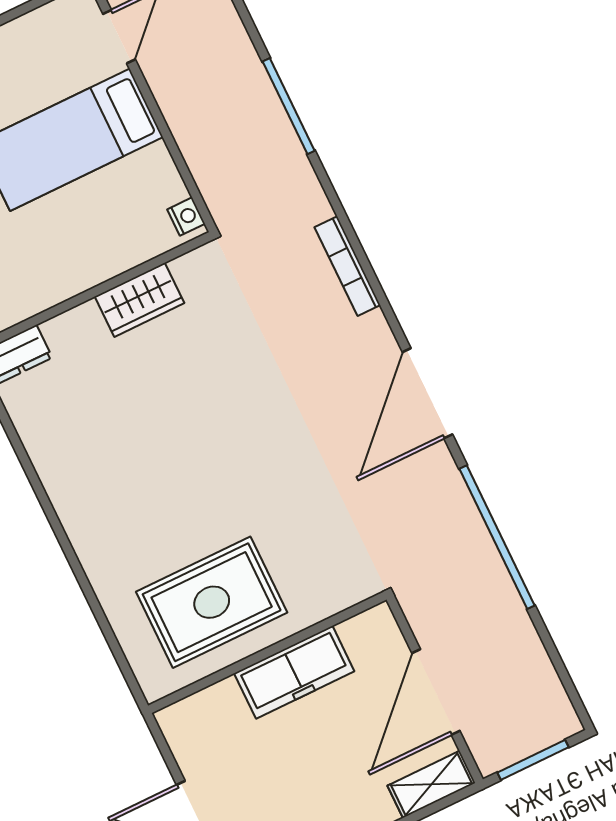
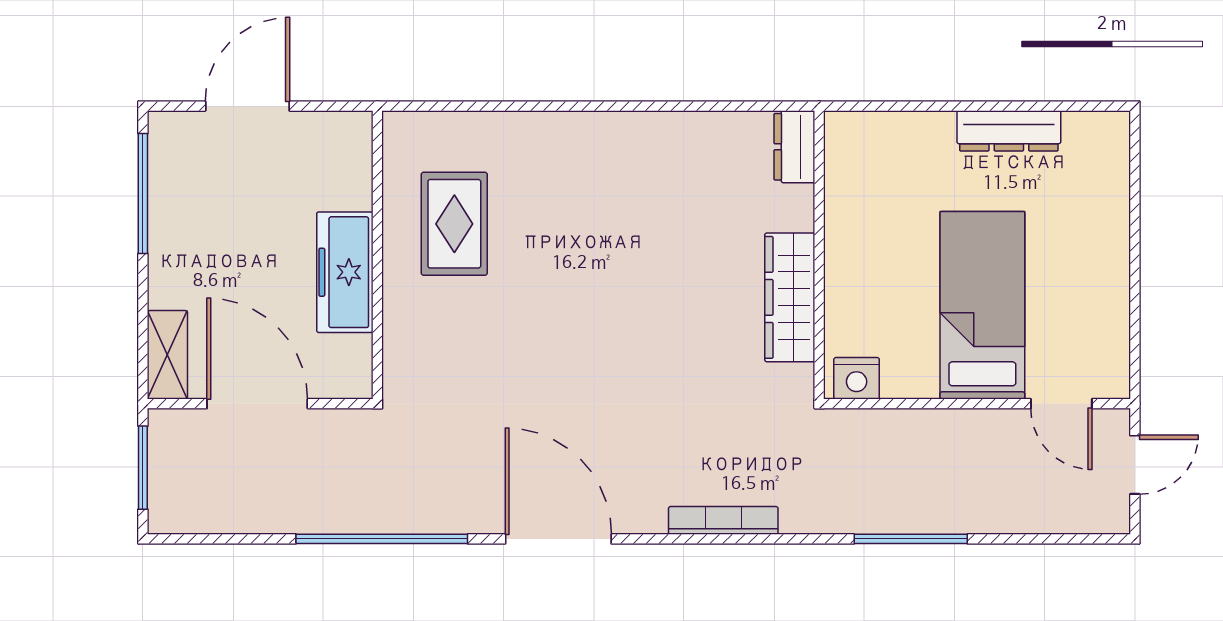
nightstand: (186, 217) -> (857, 378), width x1.39, depth x1.35
wardrobe: (139, 300) -> (790, 297), width x1.50
rug: (212, 602) -> (454, 224), width x0.73, depth x0.70

